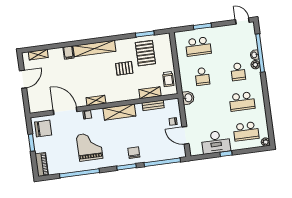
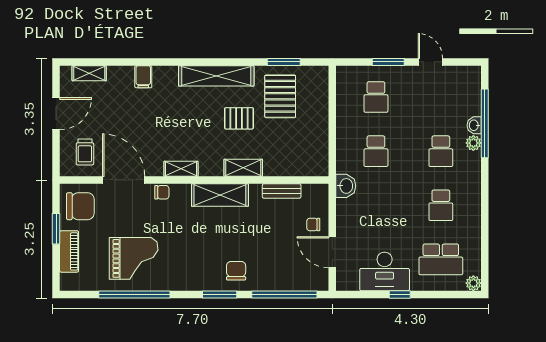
door: (242, 21) -> (430, 62), moved
school desk: (198, 47) -> (376, 97), width x0.54
shelving: (94, 49) -> (216, 76), moved
trolley: (168, 79) -> (85, 152), moved
shelving: (150, 93) -> (243, 168), moved
school desk: (242, 101) -> (441, 205), width x0.54
grand piano: (90, 147) -> (134, 258), moved, turned 90
piano: (42, 165) -> (69, 251), moved

